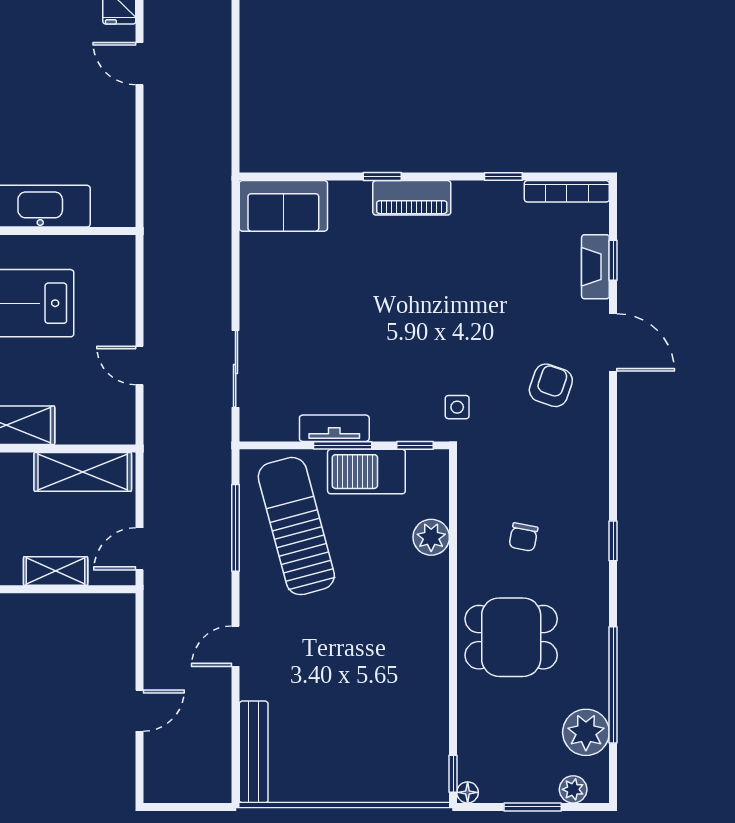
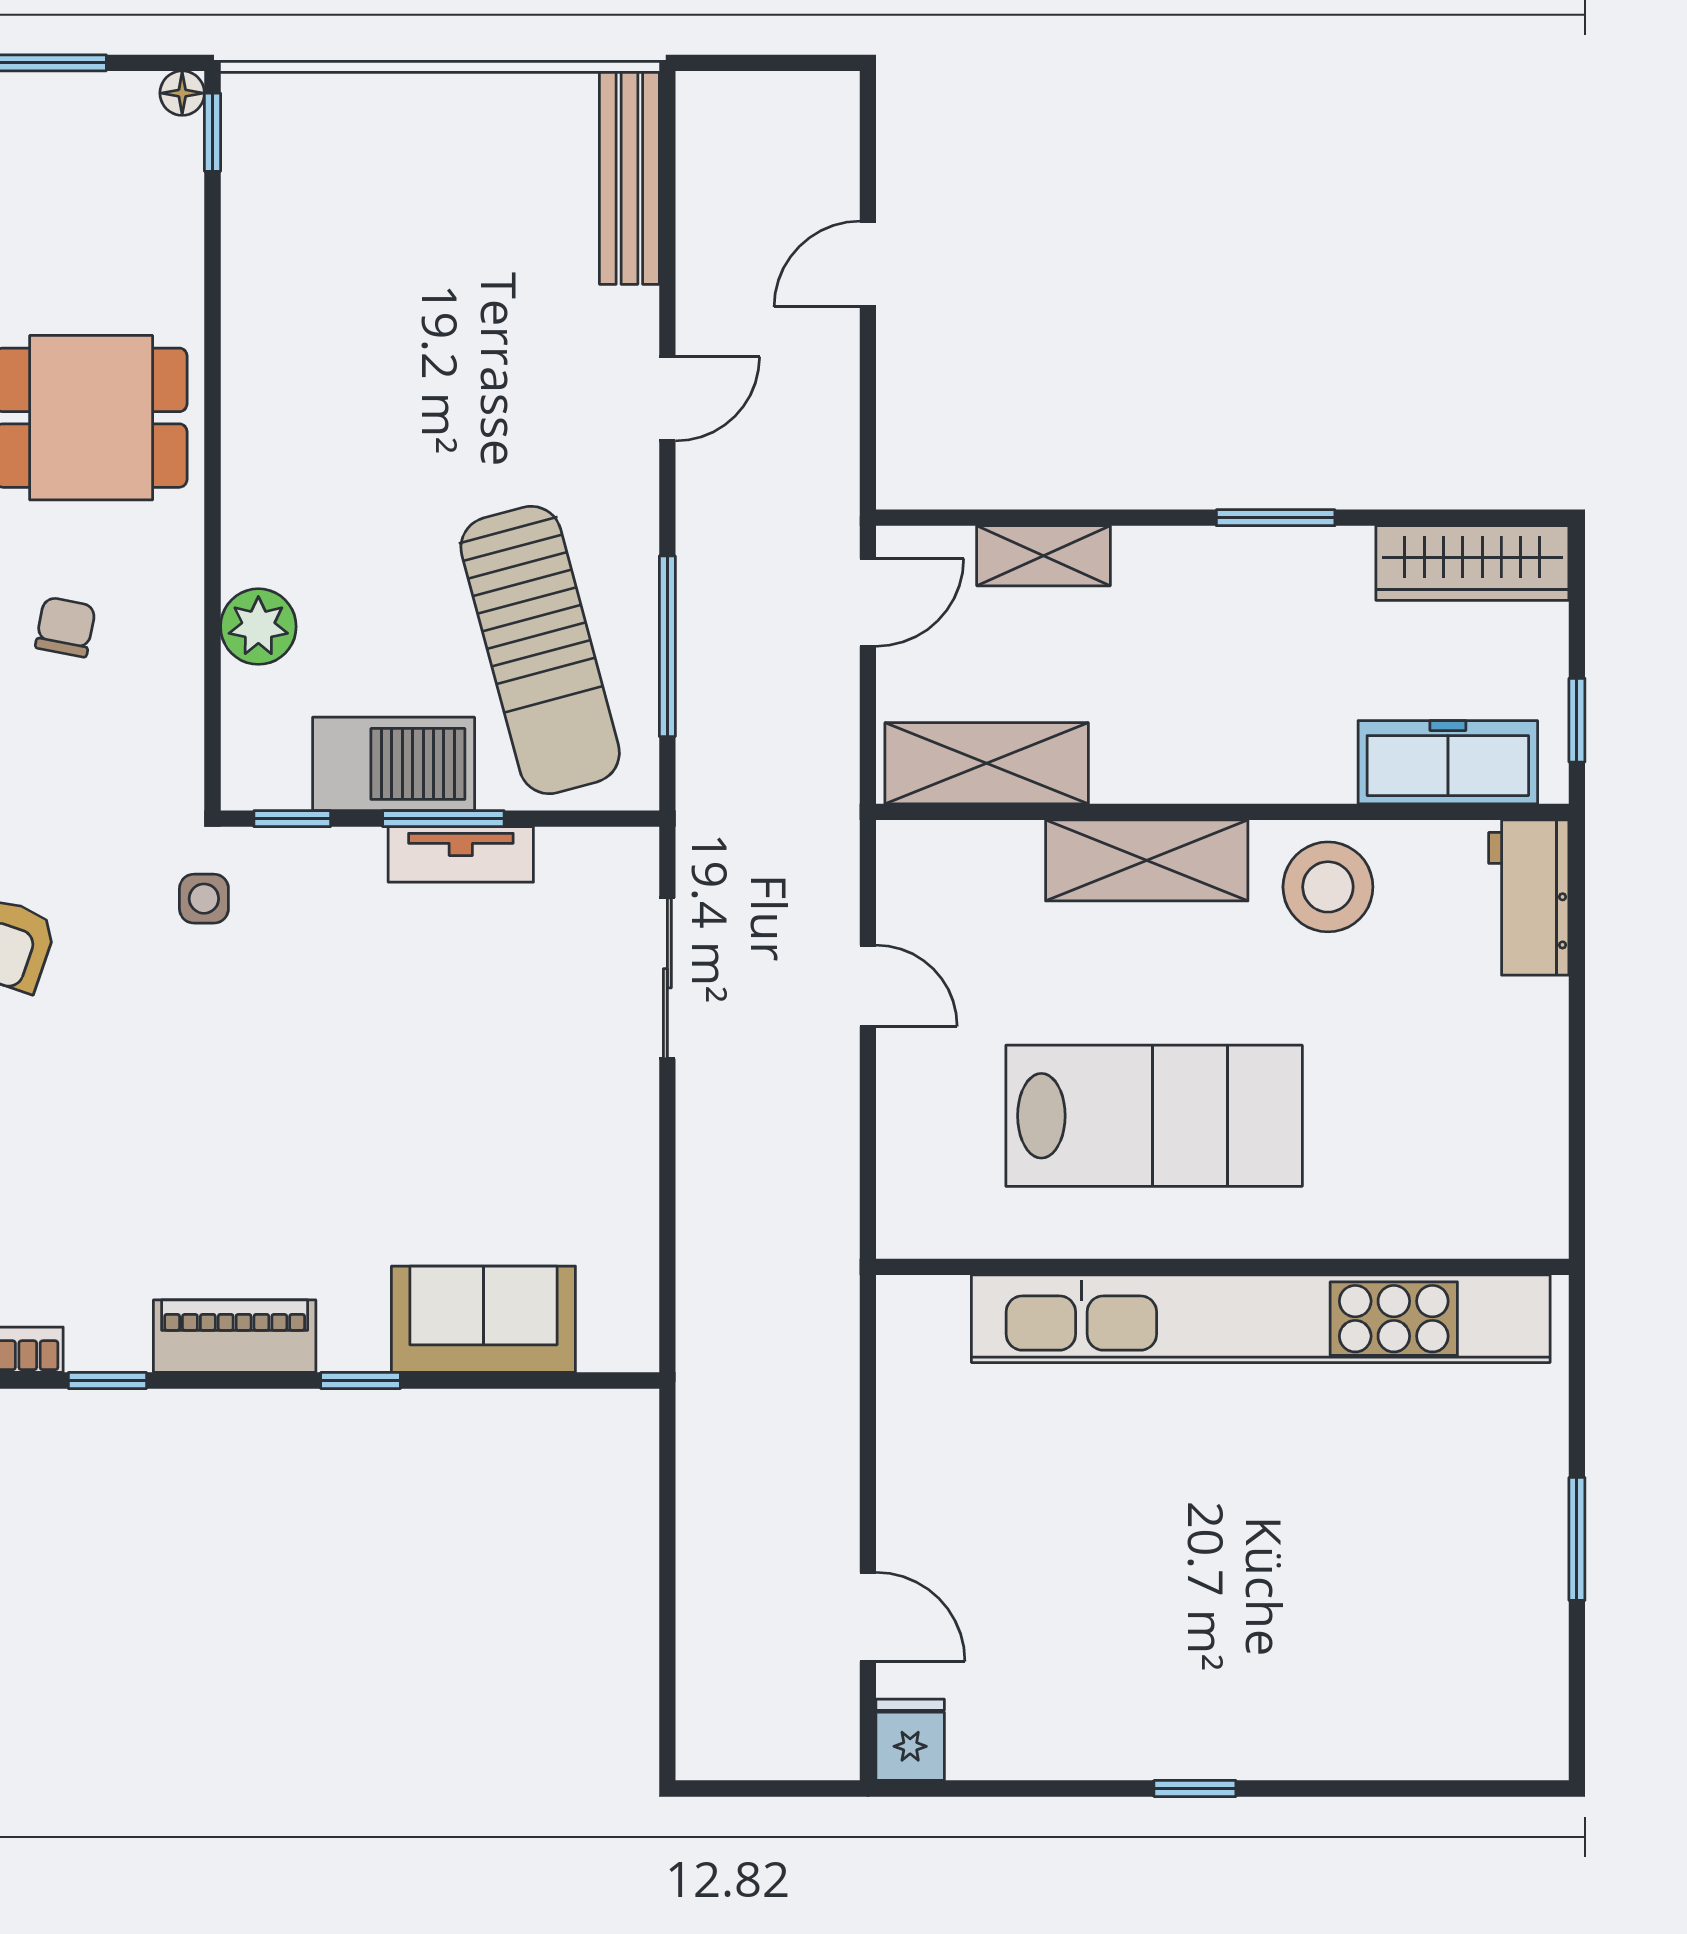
piano: (412, 198) -> (235, 1336), moved
sofa: (283, 206) -> (483, 1319), moved

